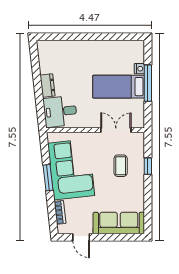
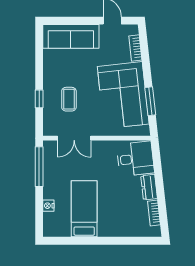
bookcase: (43, 62) -> (154, 213), added
window: (148, 83) -> (39, 167), moved
bed: (119, 87) -> (84, 209), moved, turned -90
window: (48, 178) -> (150, 101), moved

